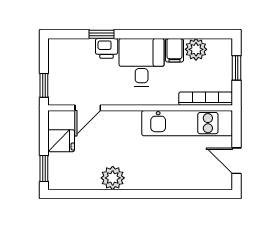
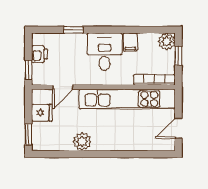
printer: (107, 48) -> (39, 54), moved, turned -90
plant: (196, 49) -> (167, 42), moved
kitchen unit: (187, 123) -> (127, 99), width x1.36
door: (236, 161) -> (178, 128), hinge flipped

